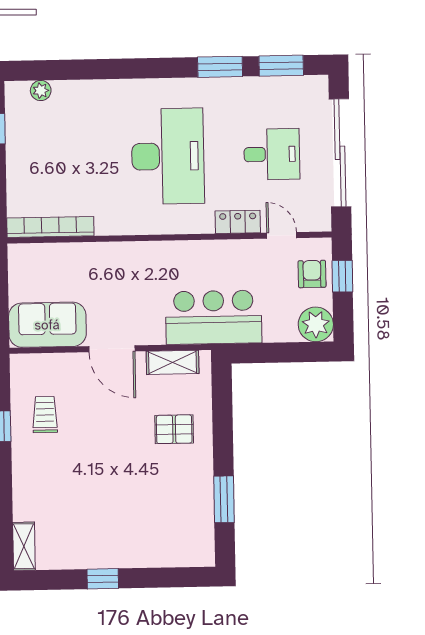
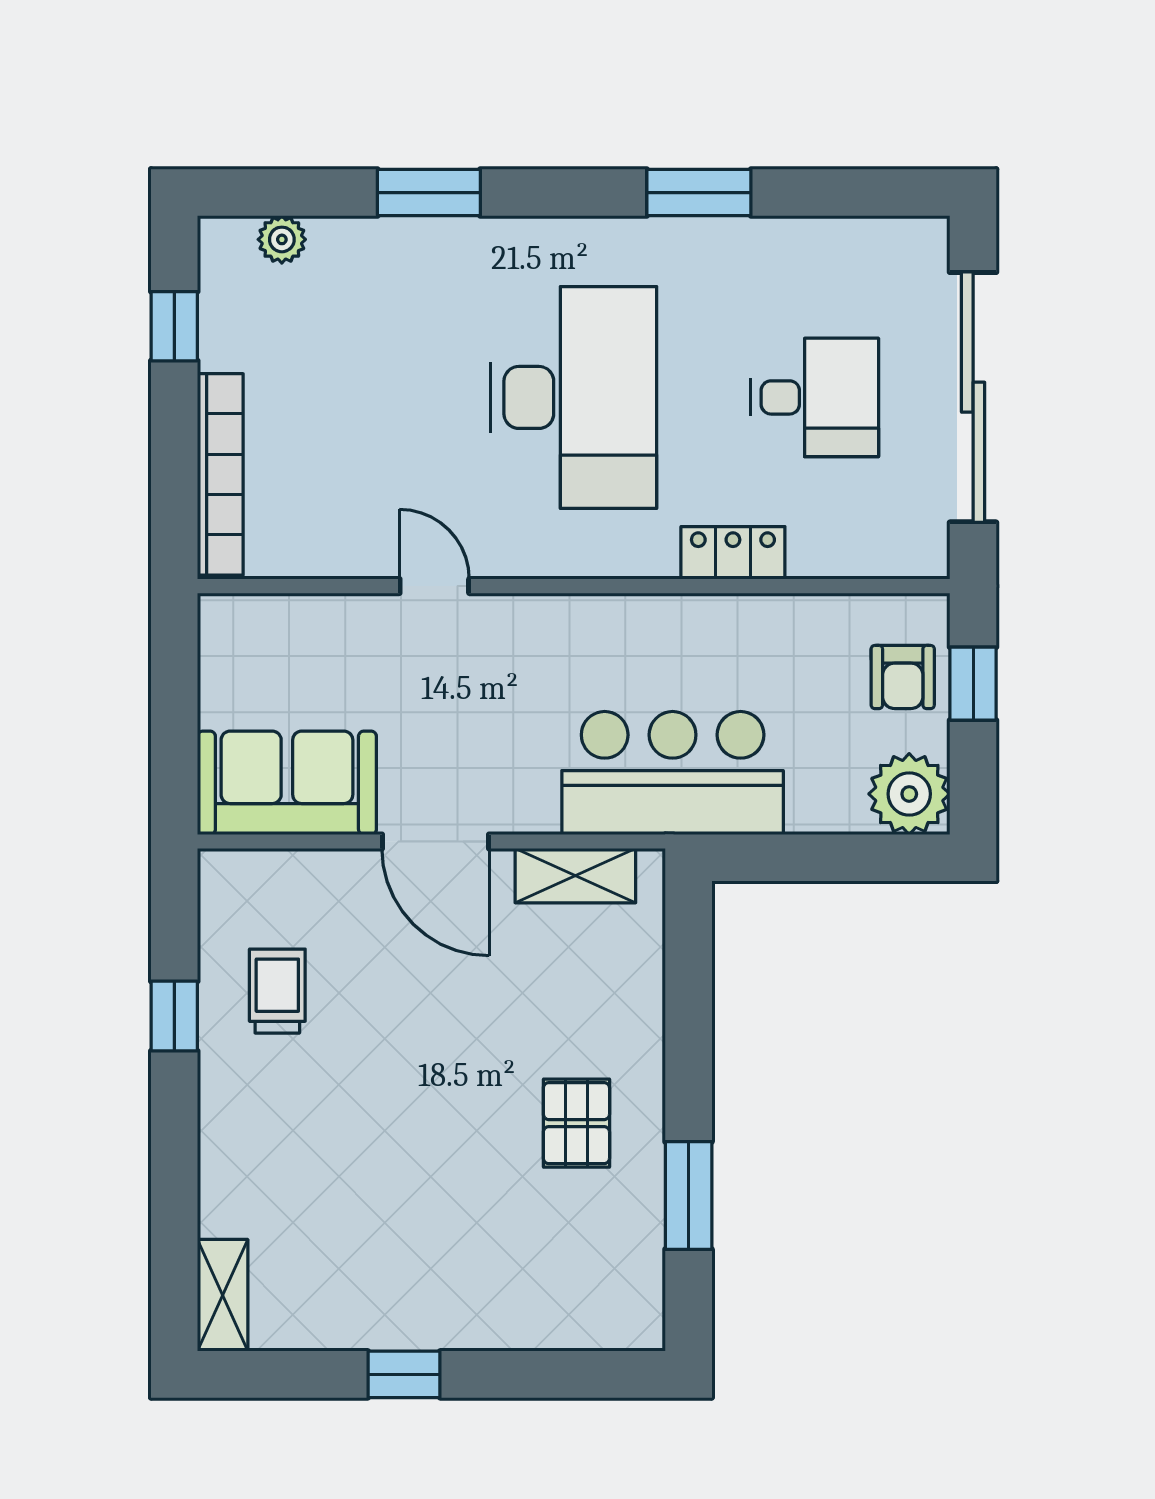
window: (281, 66) -> (429, 193), moved
bookcase: (50, 227) -> (220, 474), moved, turned 90
door: (282, 235) -> (434, 586), moved
armchair: (312, 274) -> (903, 677), turned 180
pallet: (174, 429) -> (576, 1123), moved, turned 90

